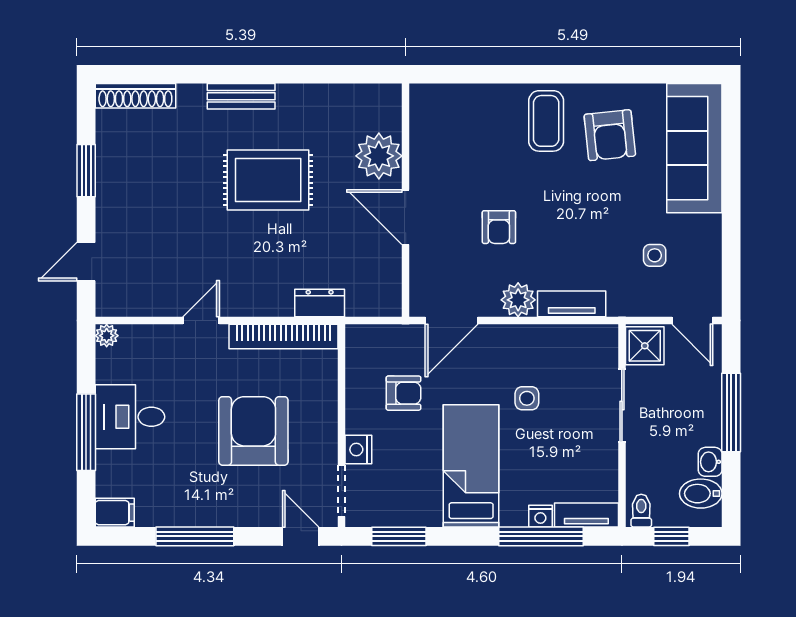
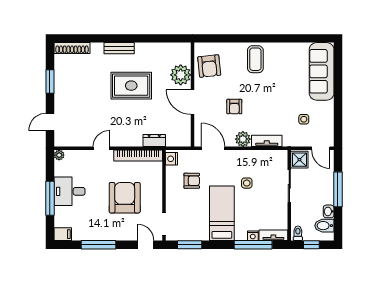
armchair: (610, 135) -> (209, 66), moved
door: (451, 321) -> (213, 148), swing flipped
nightstand: (358, 450) -> (172, 159), moved

